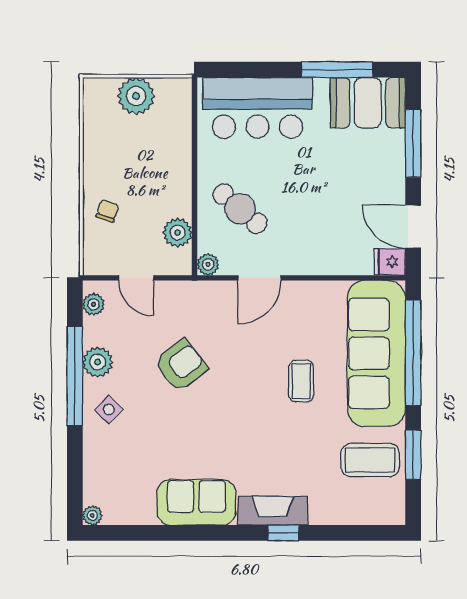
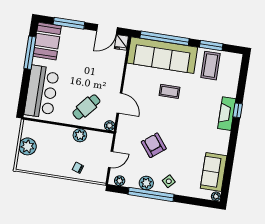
plant: (178, 233) -> (80, 135), moved
sofa: (196, 502) -> (214, 172), moved

